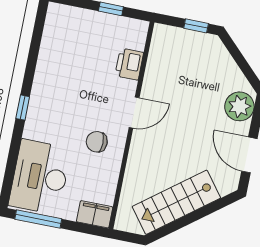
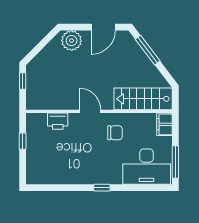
chair: (97, 142) -> (115, 133), turned -90
stairs: (176, 202) -> (143, 99), moved, turned 127
window: (204, 211) -> (148, 50), added

